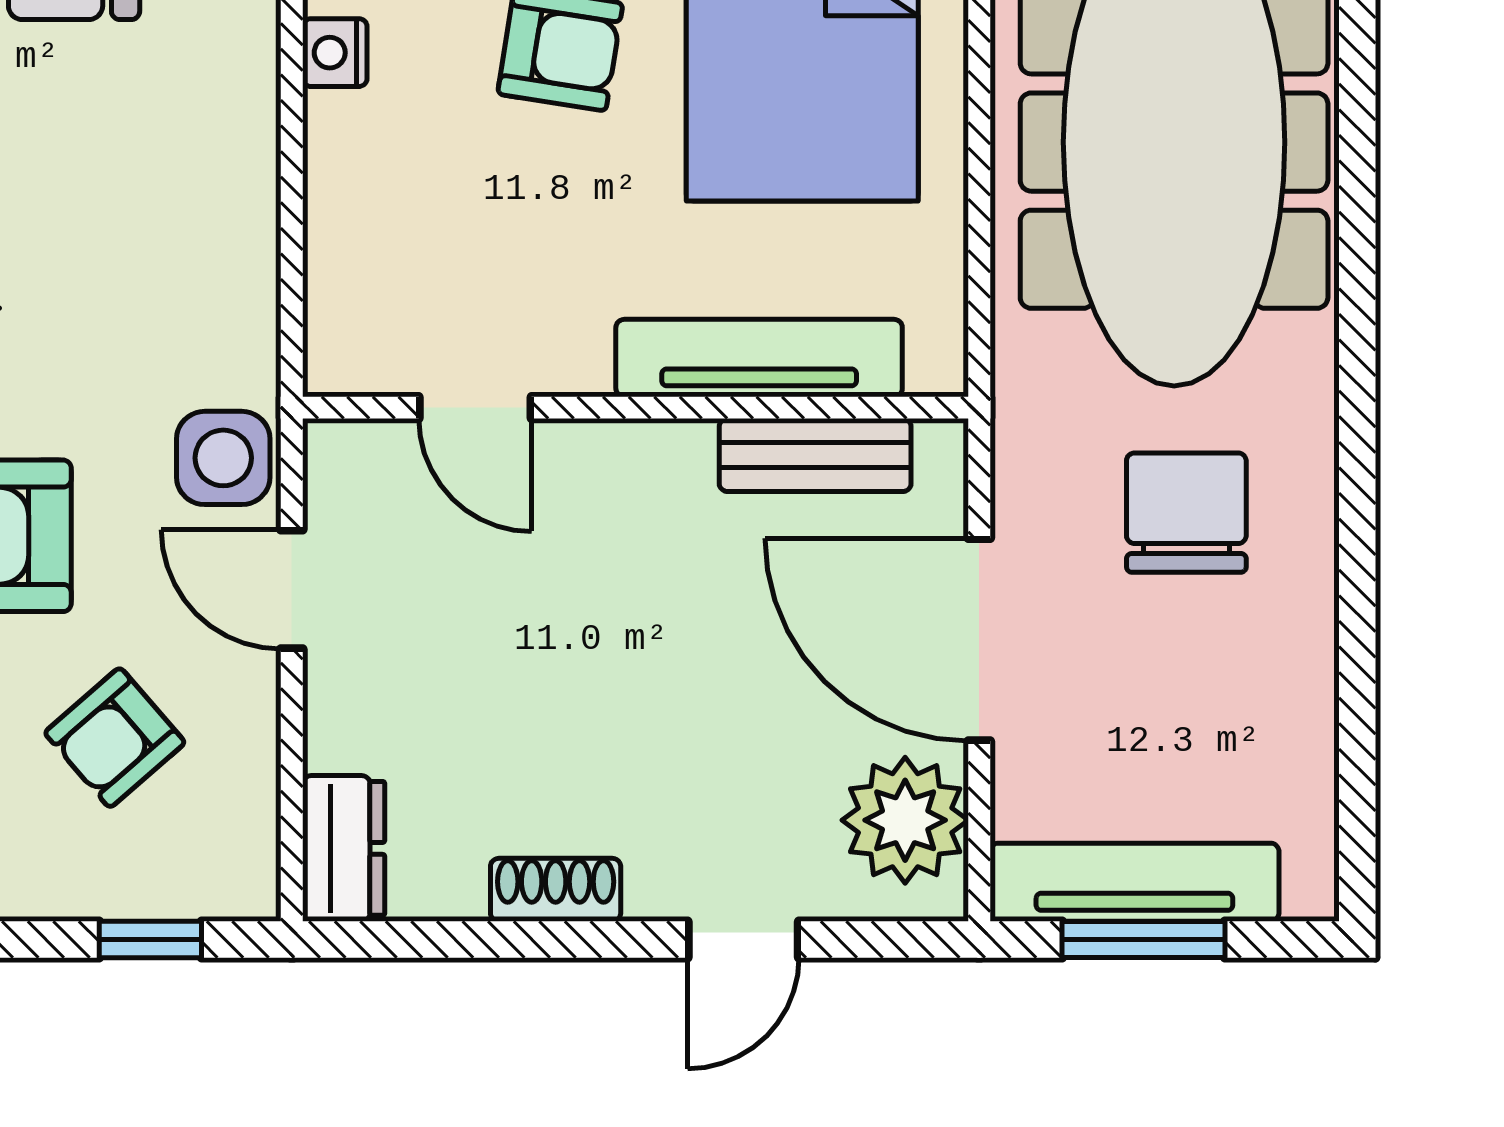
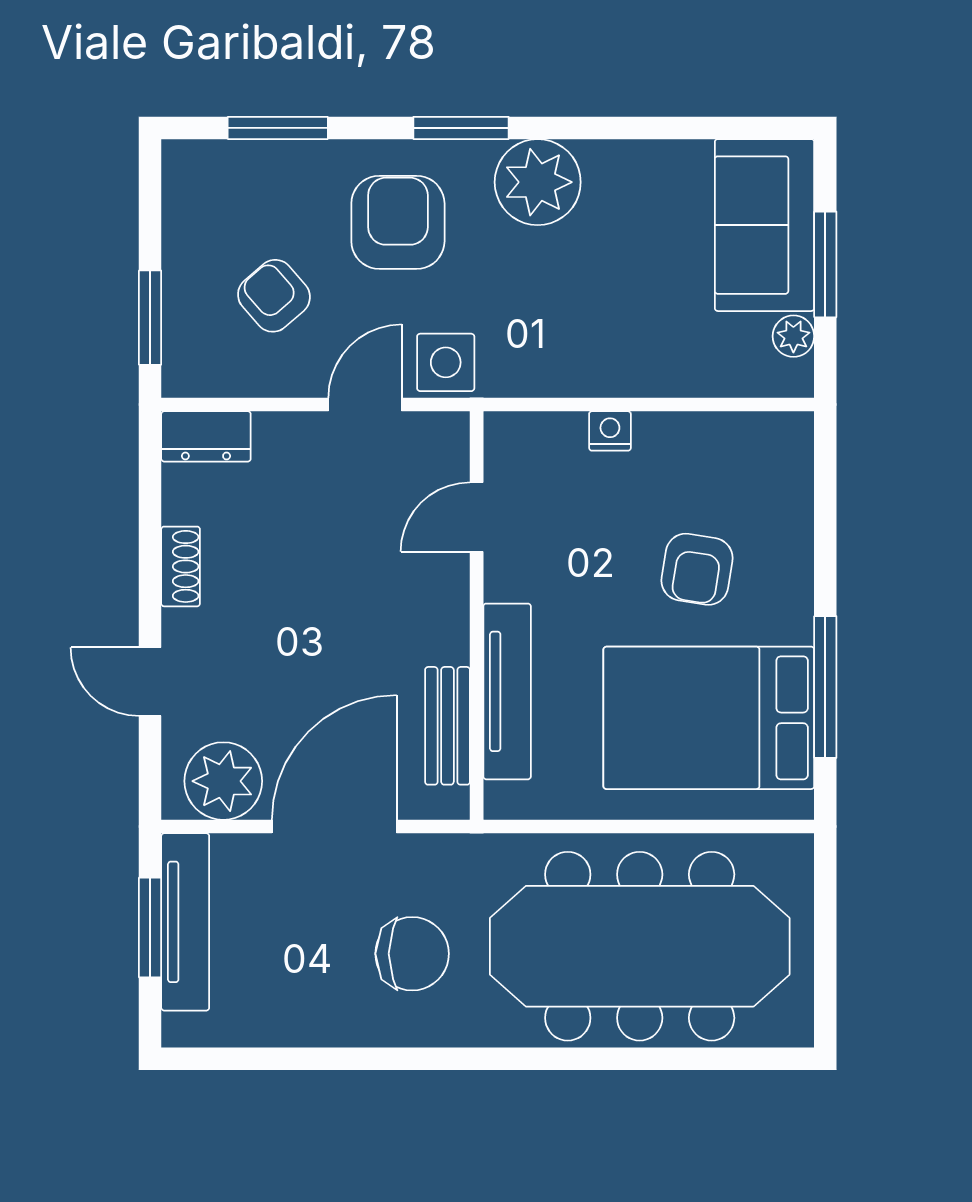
nightstand: (335, 53) -> (610, 431), moved
window: (150, 939) -> (150, 318), width x1.50

